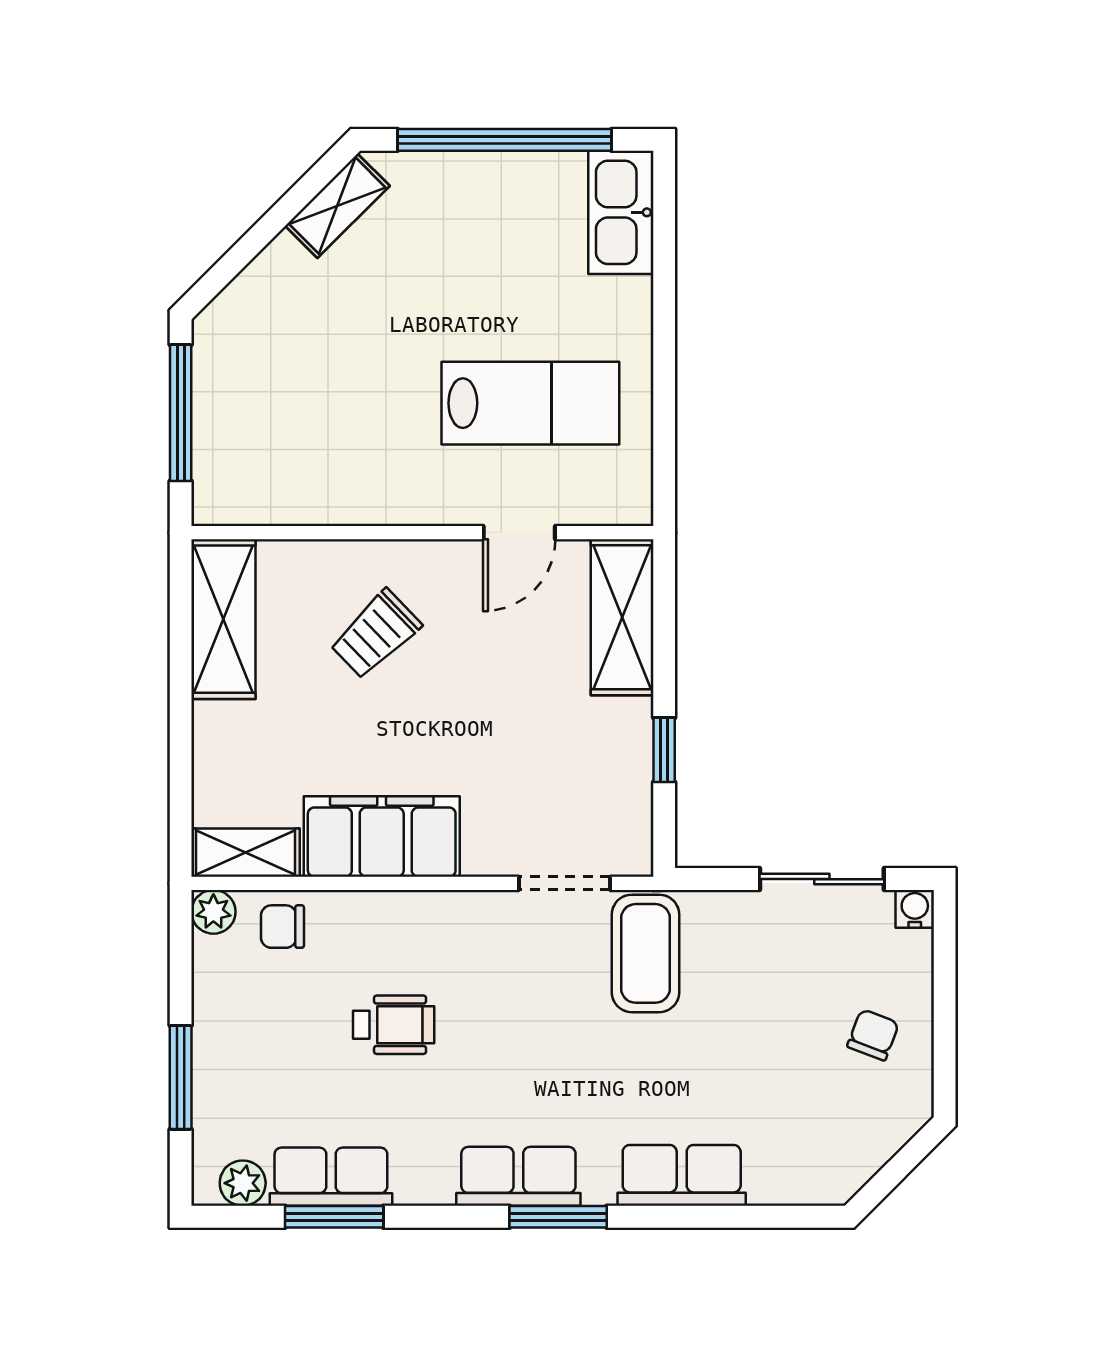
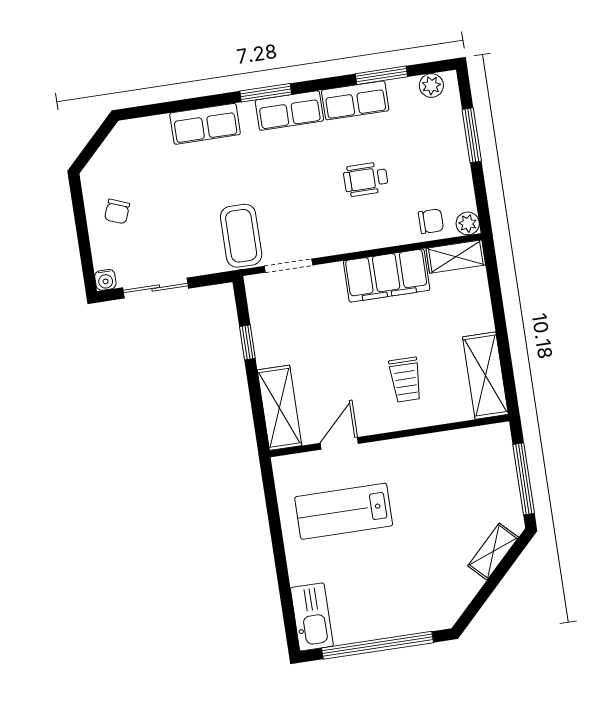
shelving: (337, 206) -> (493, 552), moved
trolley: (376, 634) -> (406, 380), turned 134
row of seats: (331, 1177) -> (355, 100), moved

